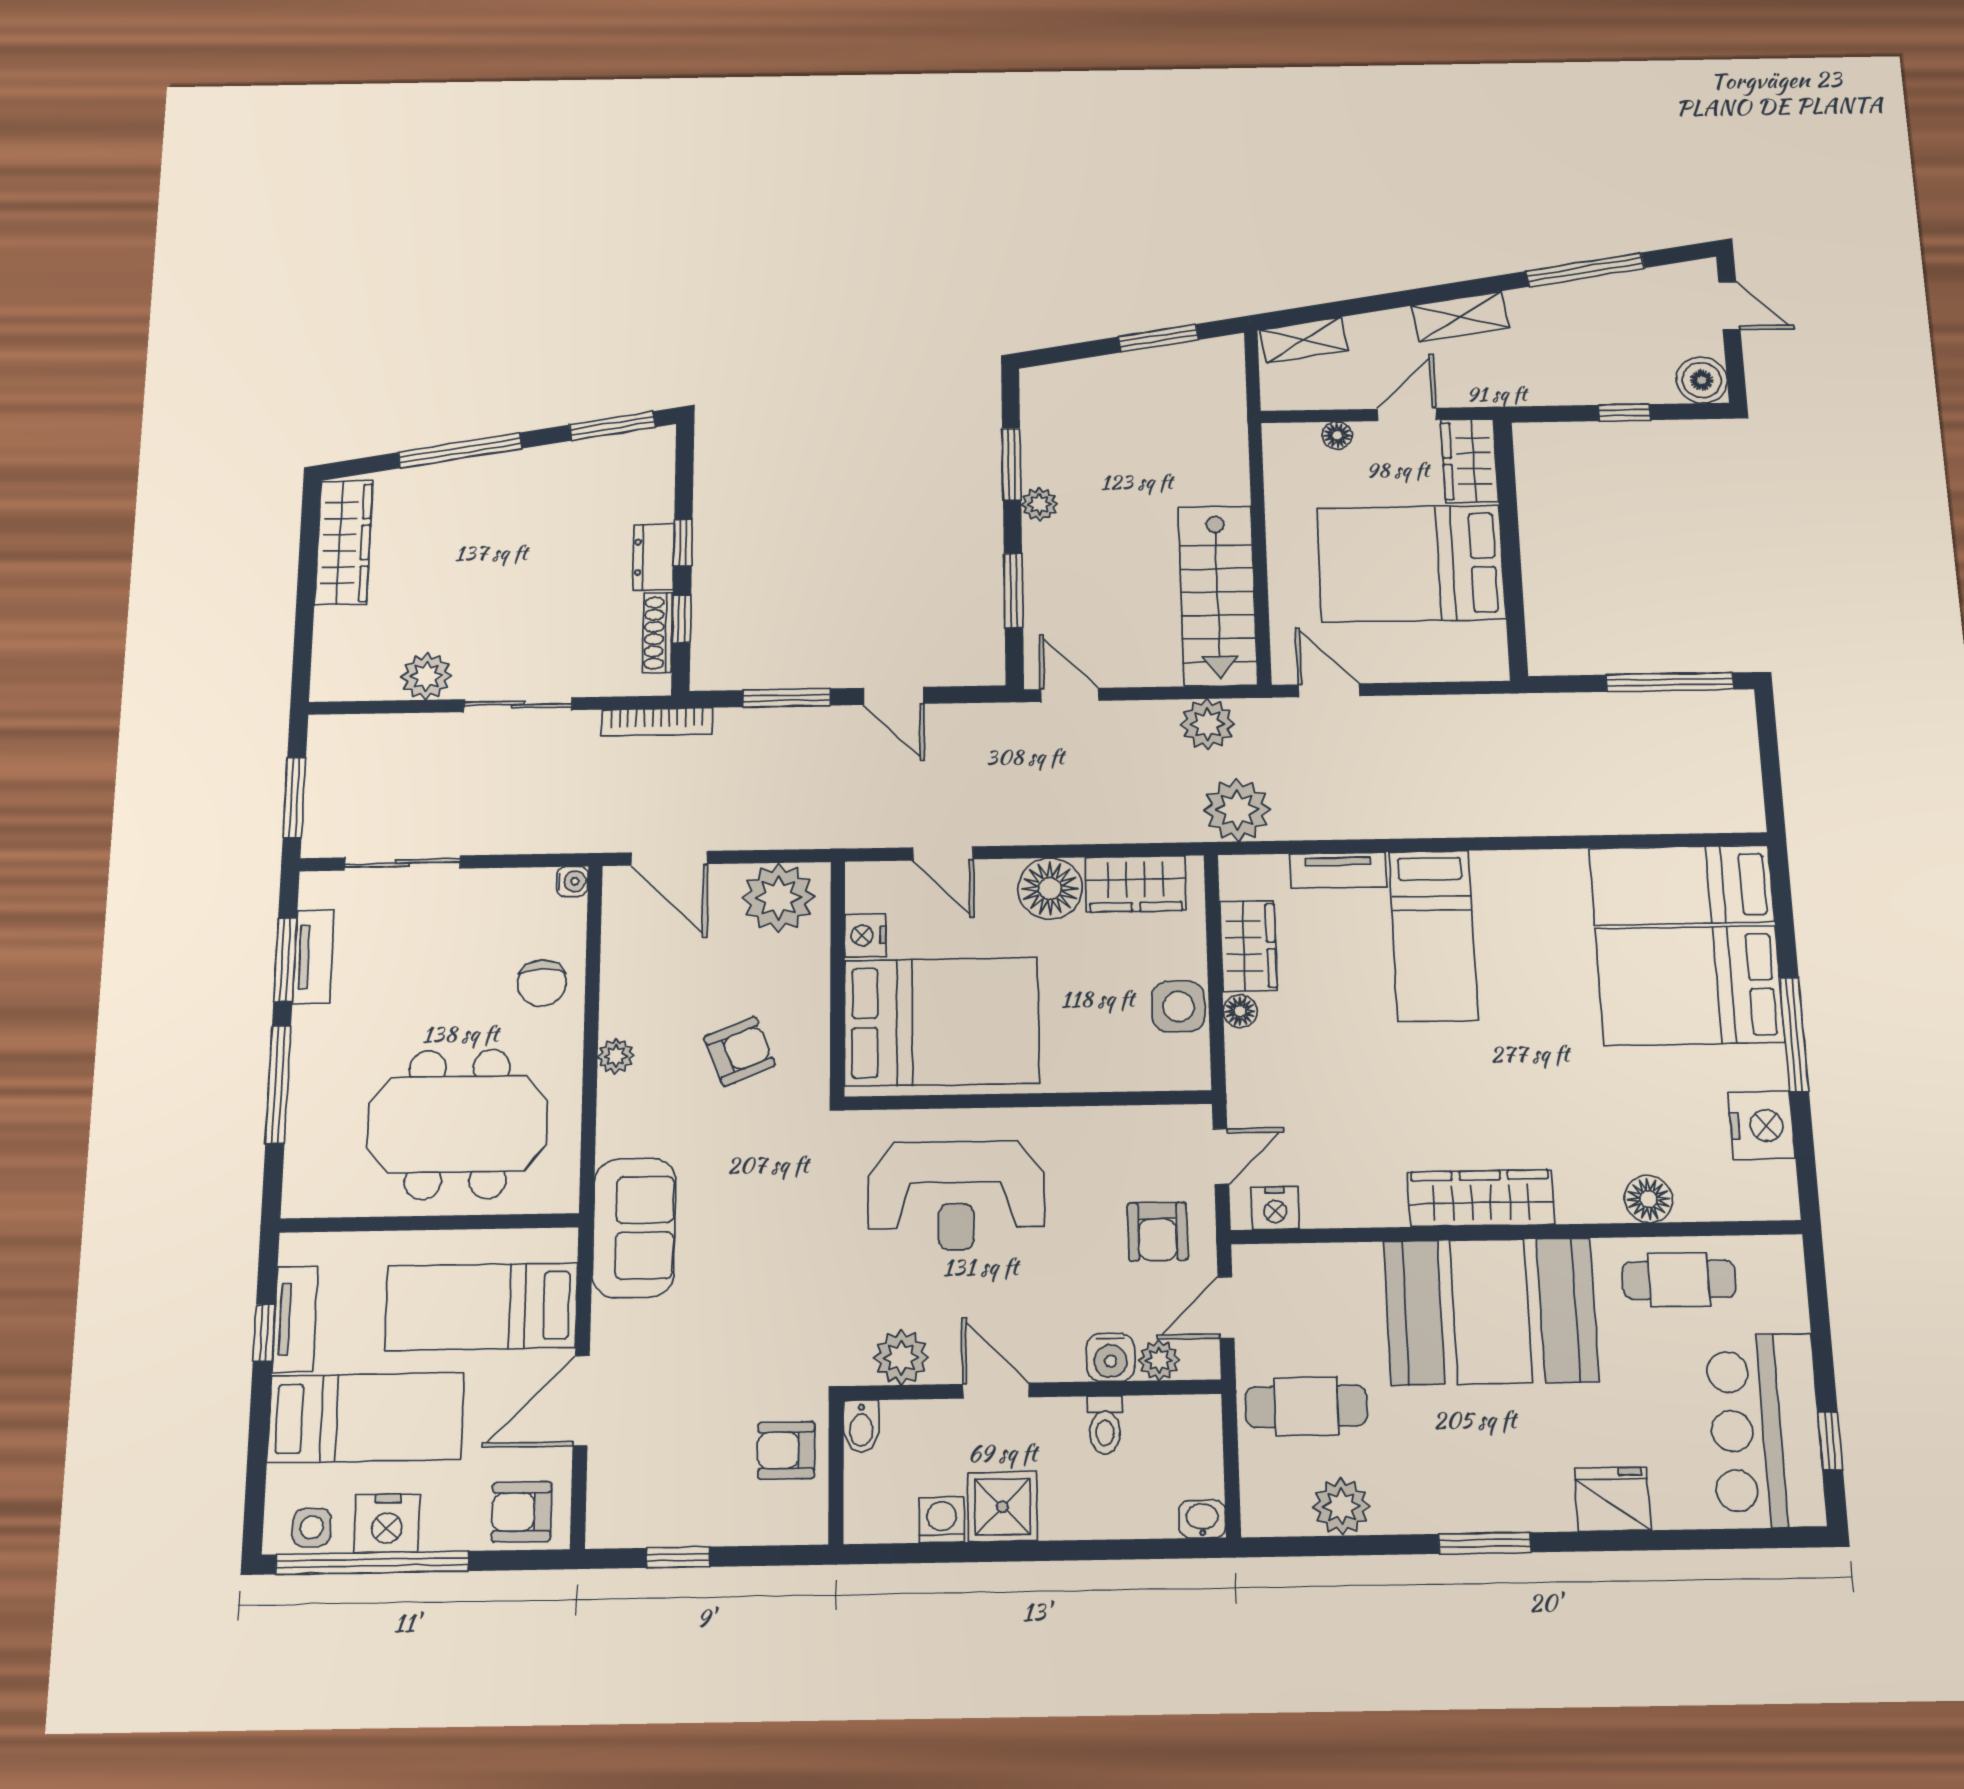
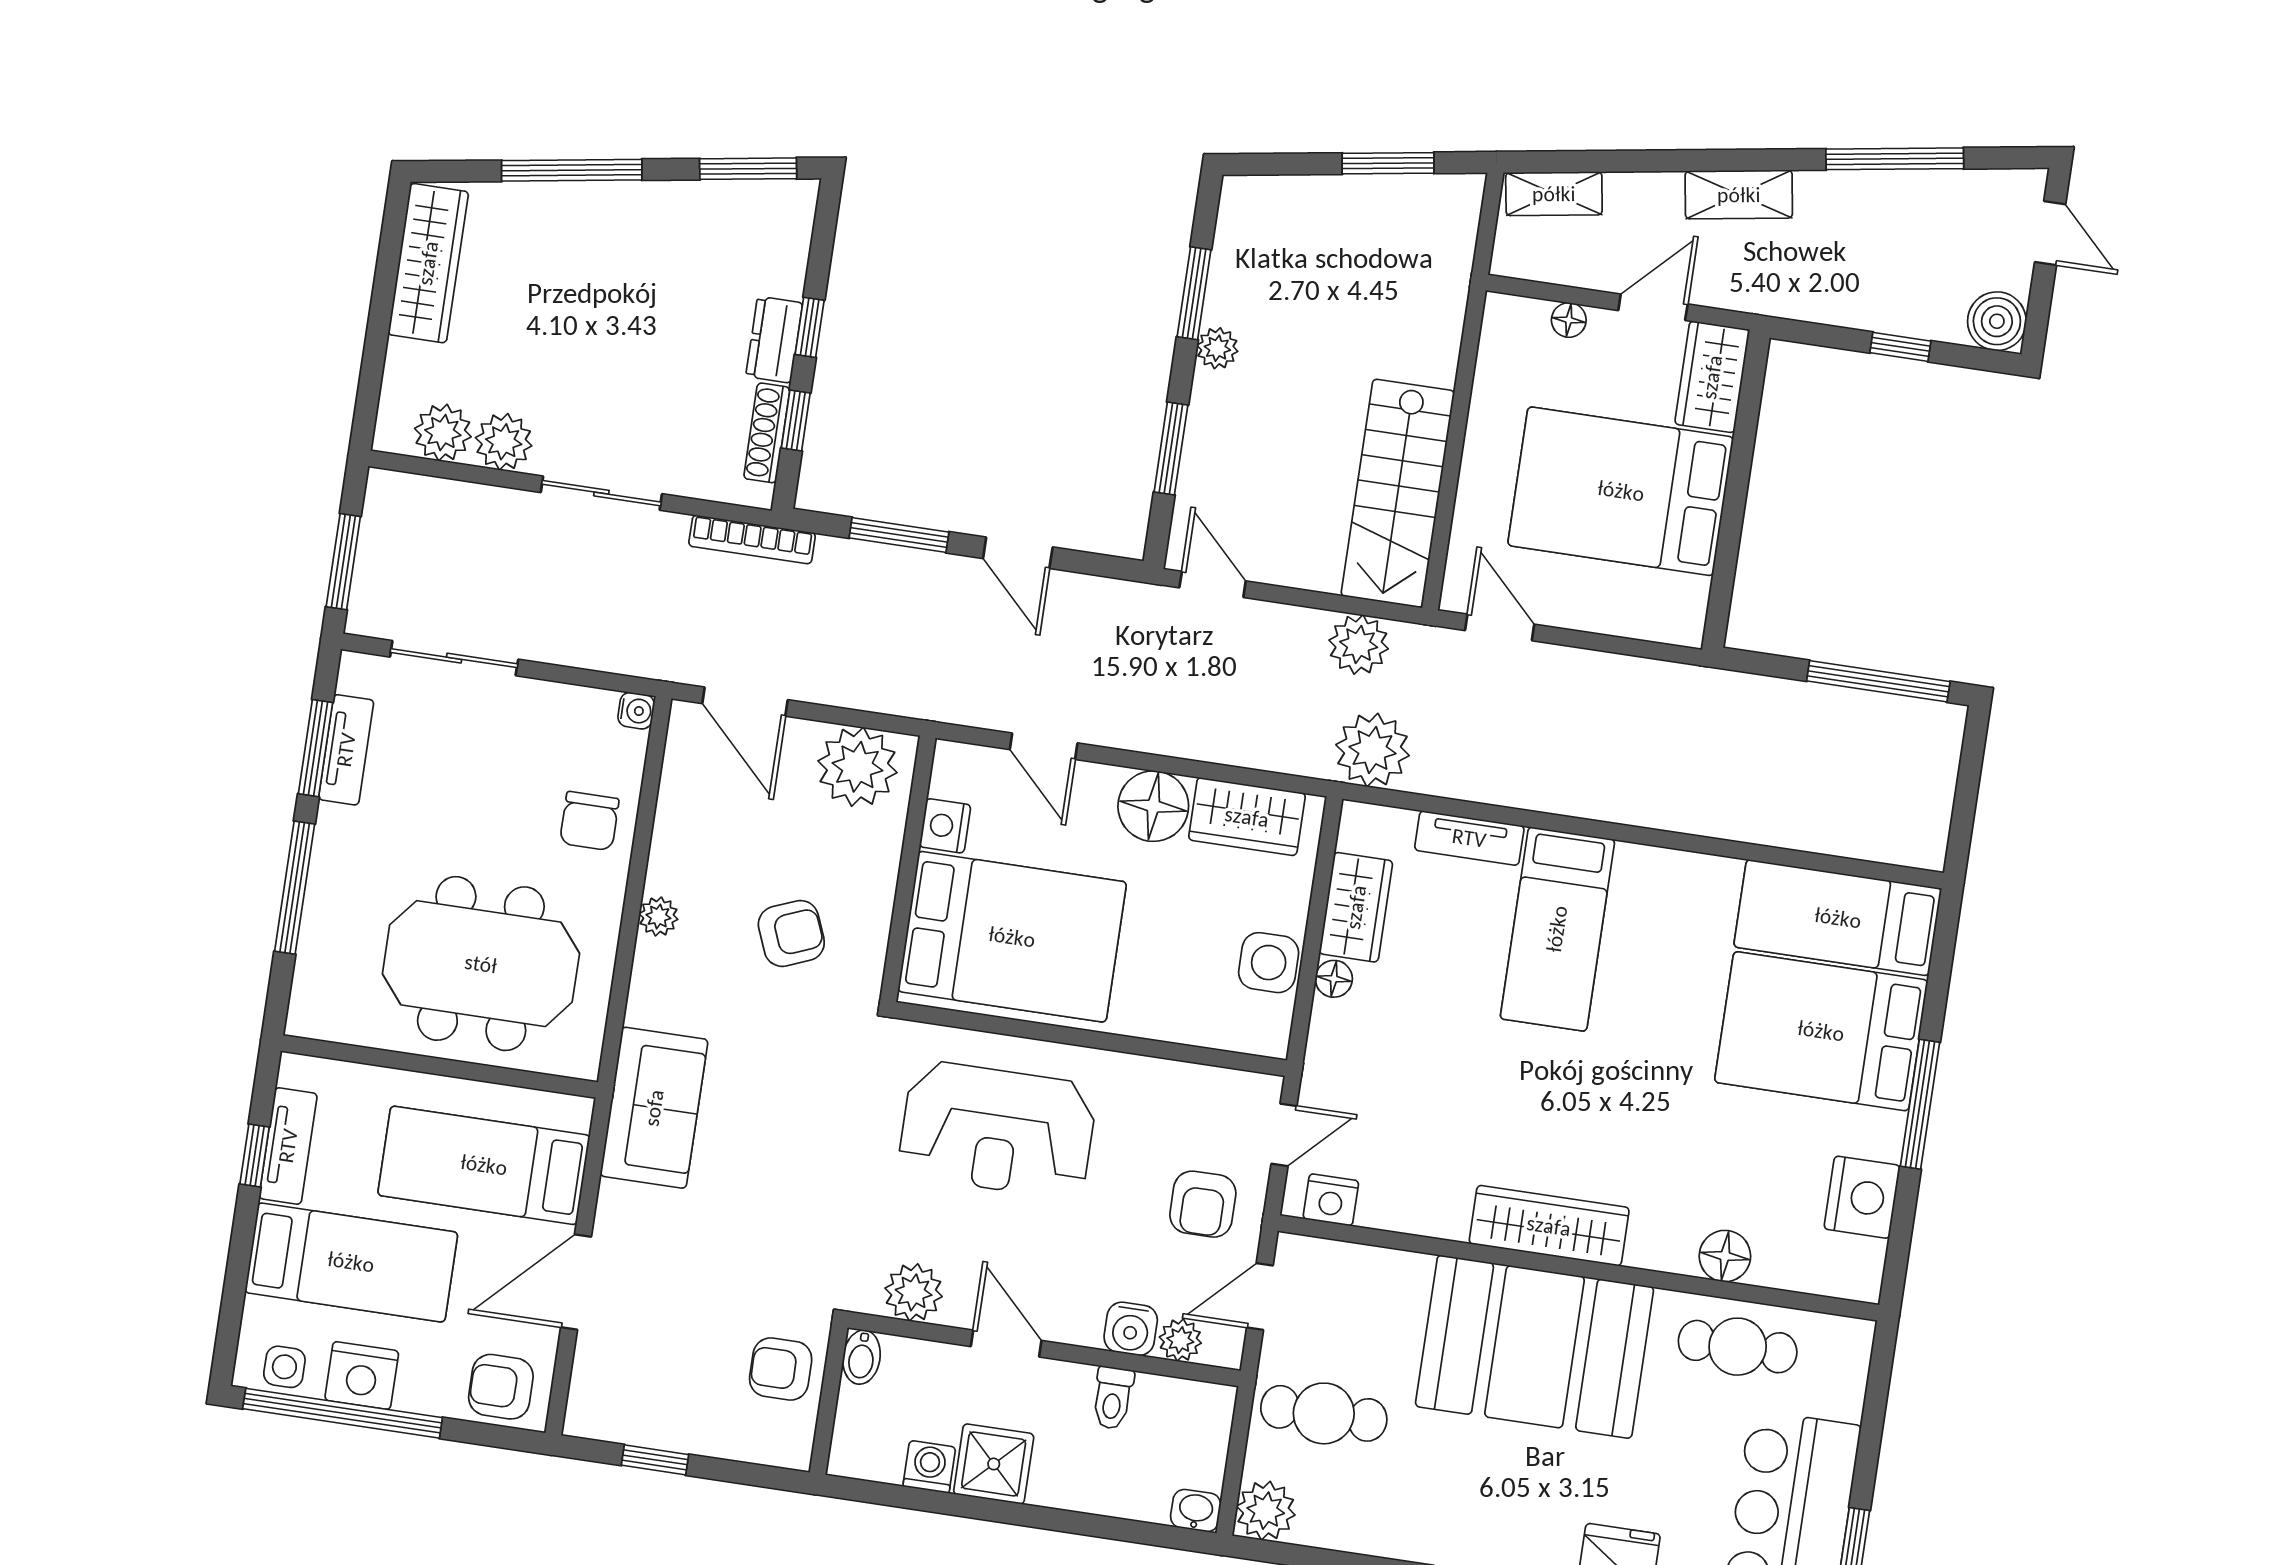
plant: (372, 677) -> (443, 433), added
plant: (1341, 1507) -> (1266, 1511), moved

